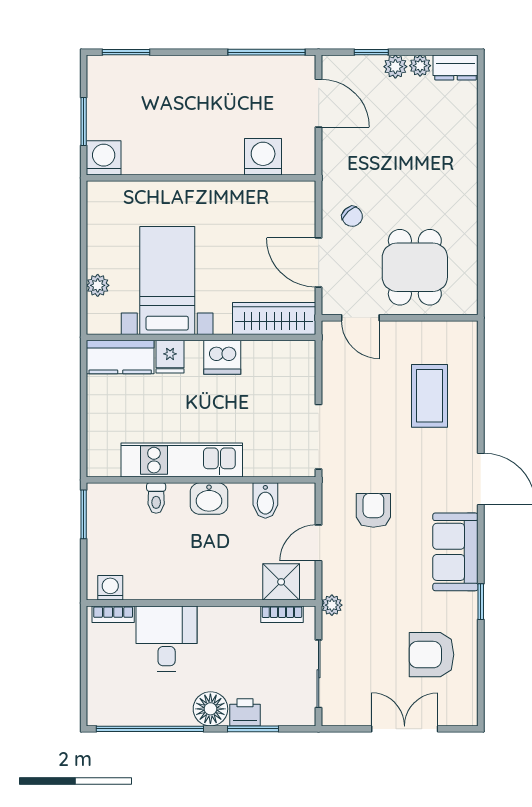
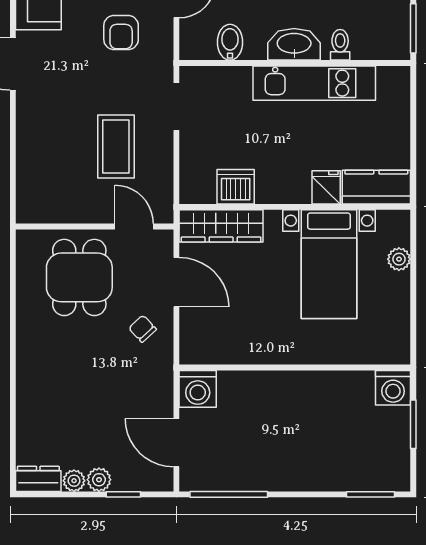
washing machine: (263, 157) -> (198, 389), moved
dishwasher: (222, 357) -> (236, 187), moved
coffee table: (429, 396) -> (116, 147), moved
doorway: (319, 437) -> (176, 107), width x0.73
washbasin: (209, 499) -> (294, 44), width x1.38

